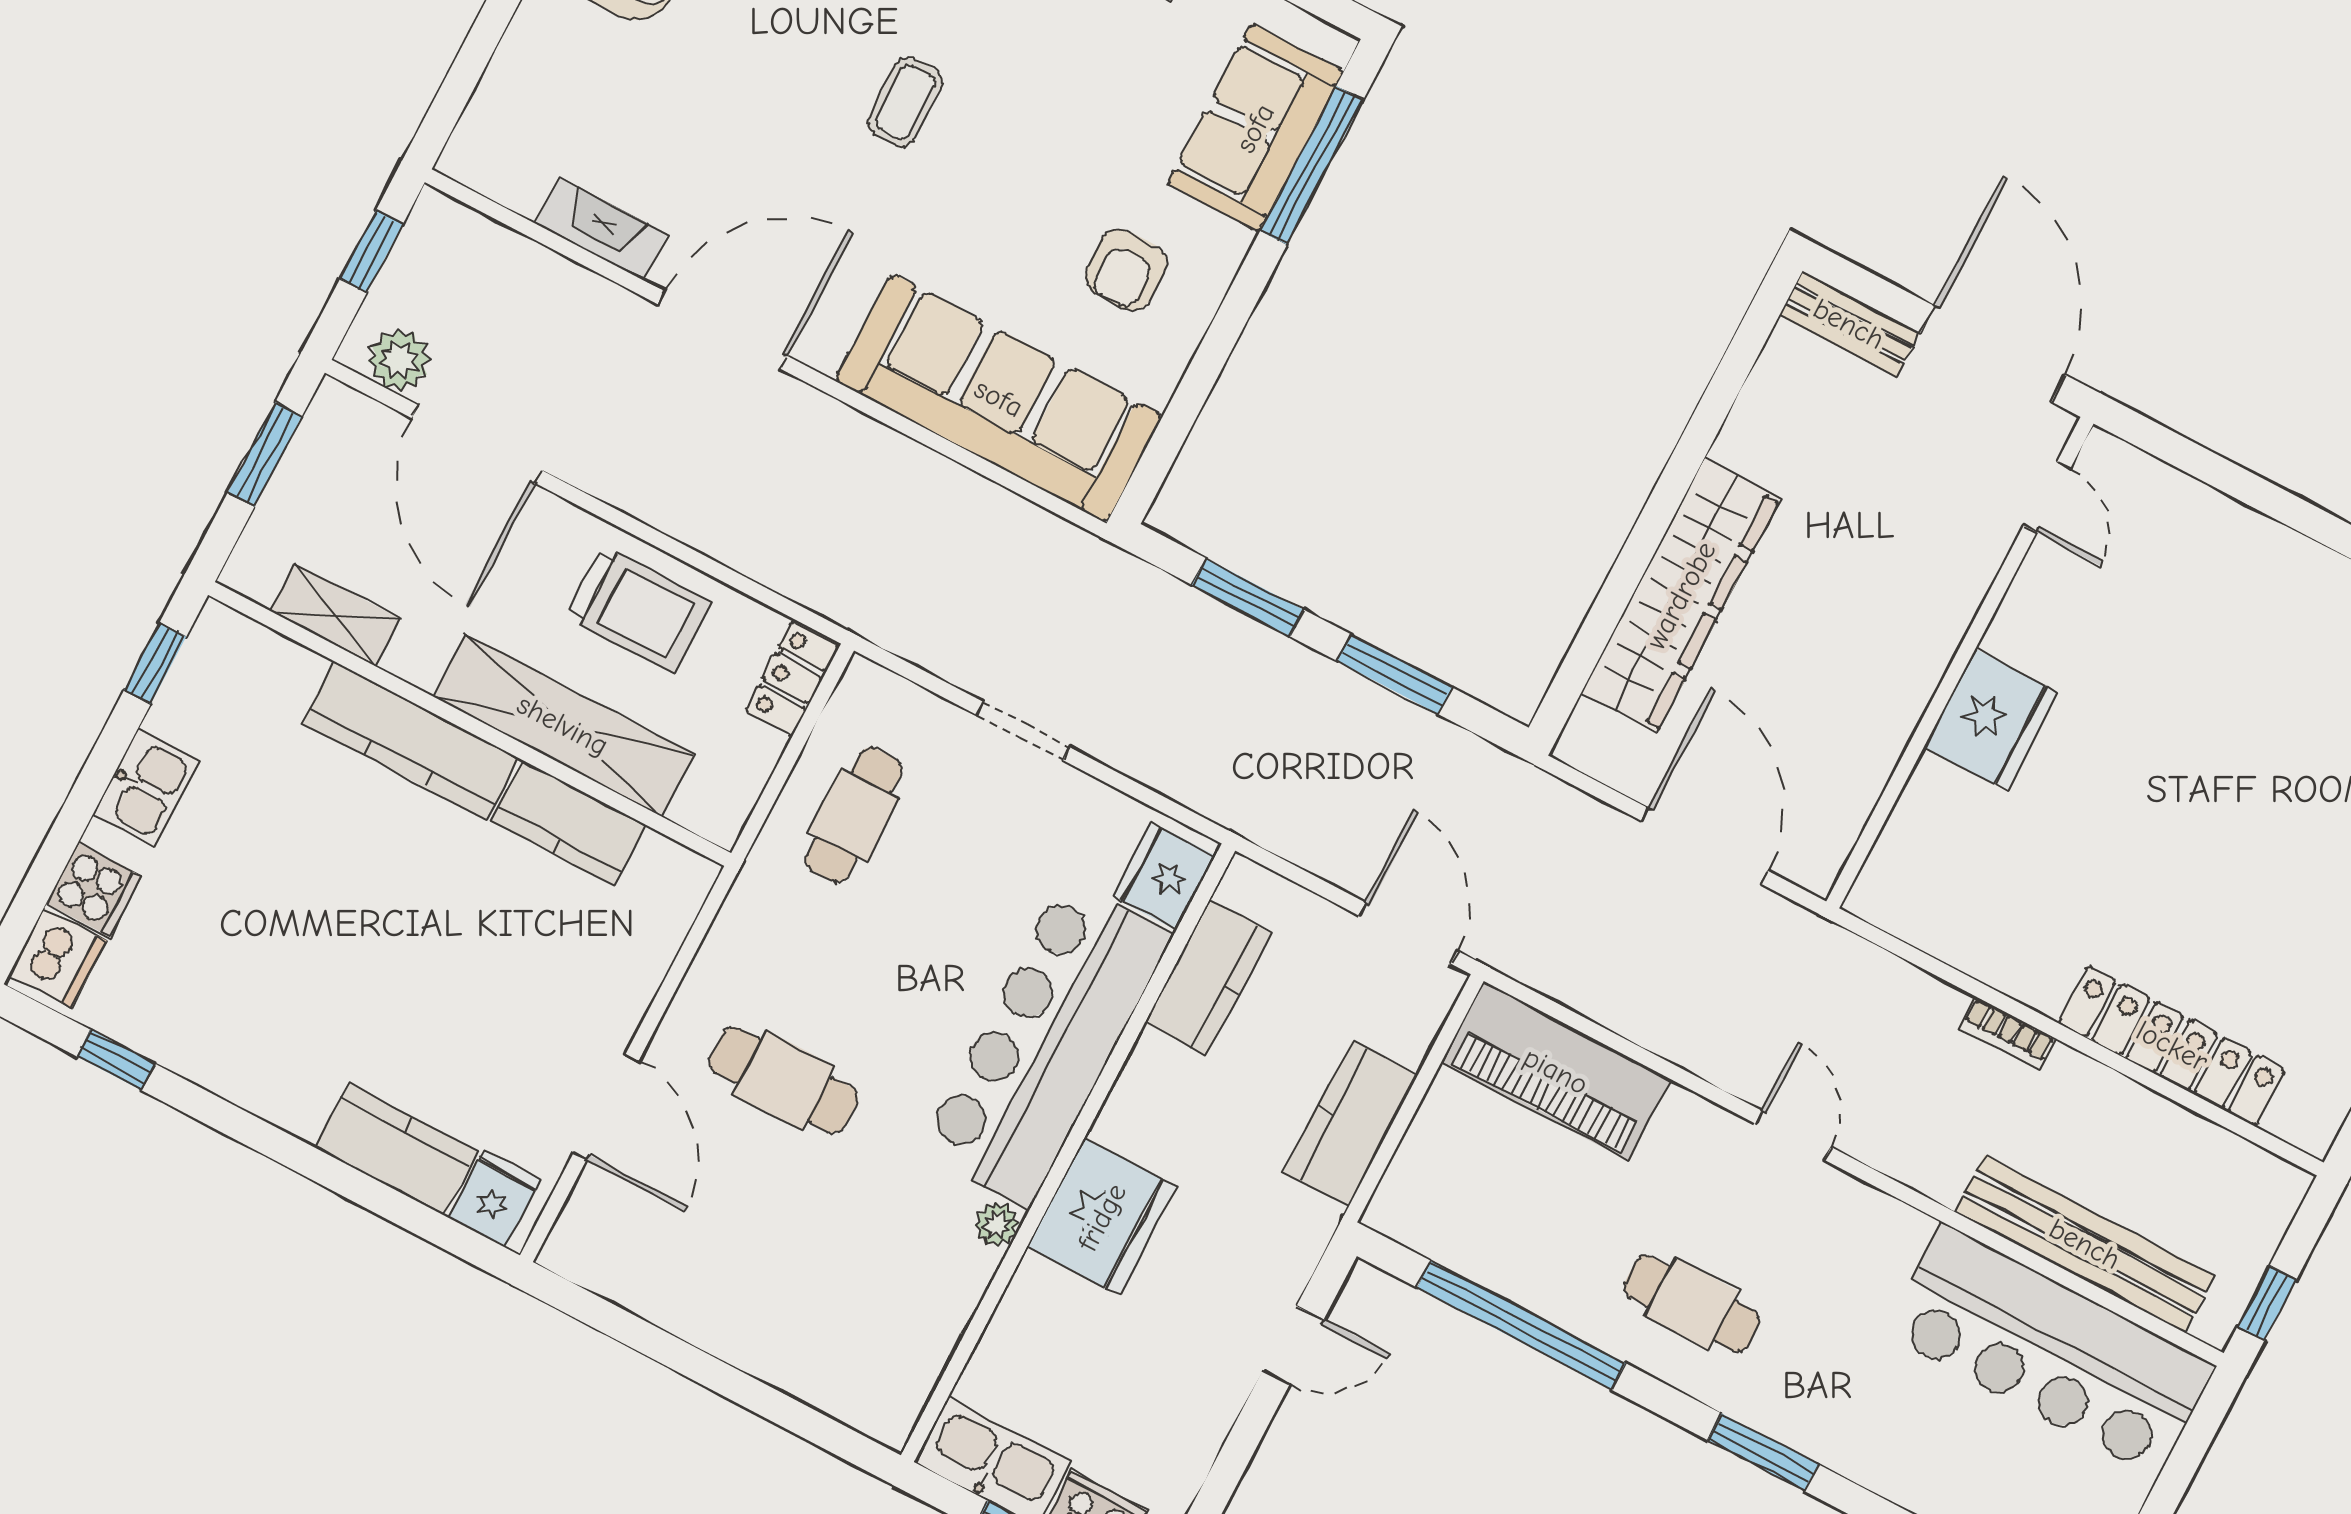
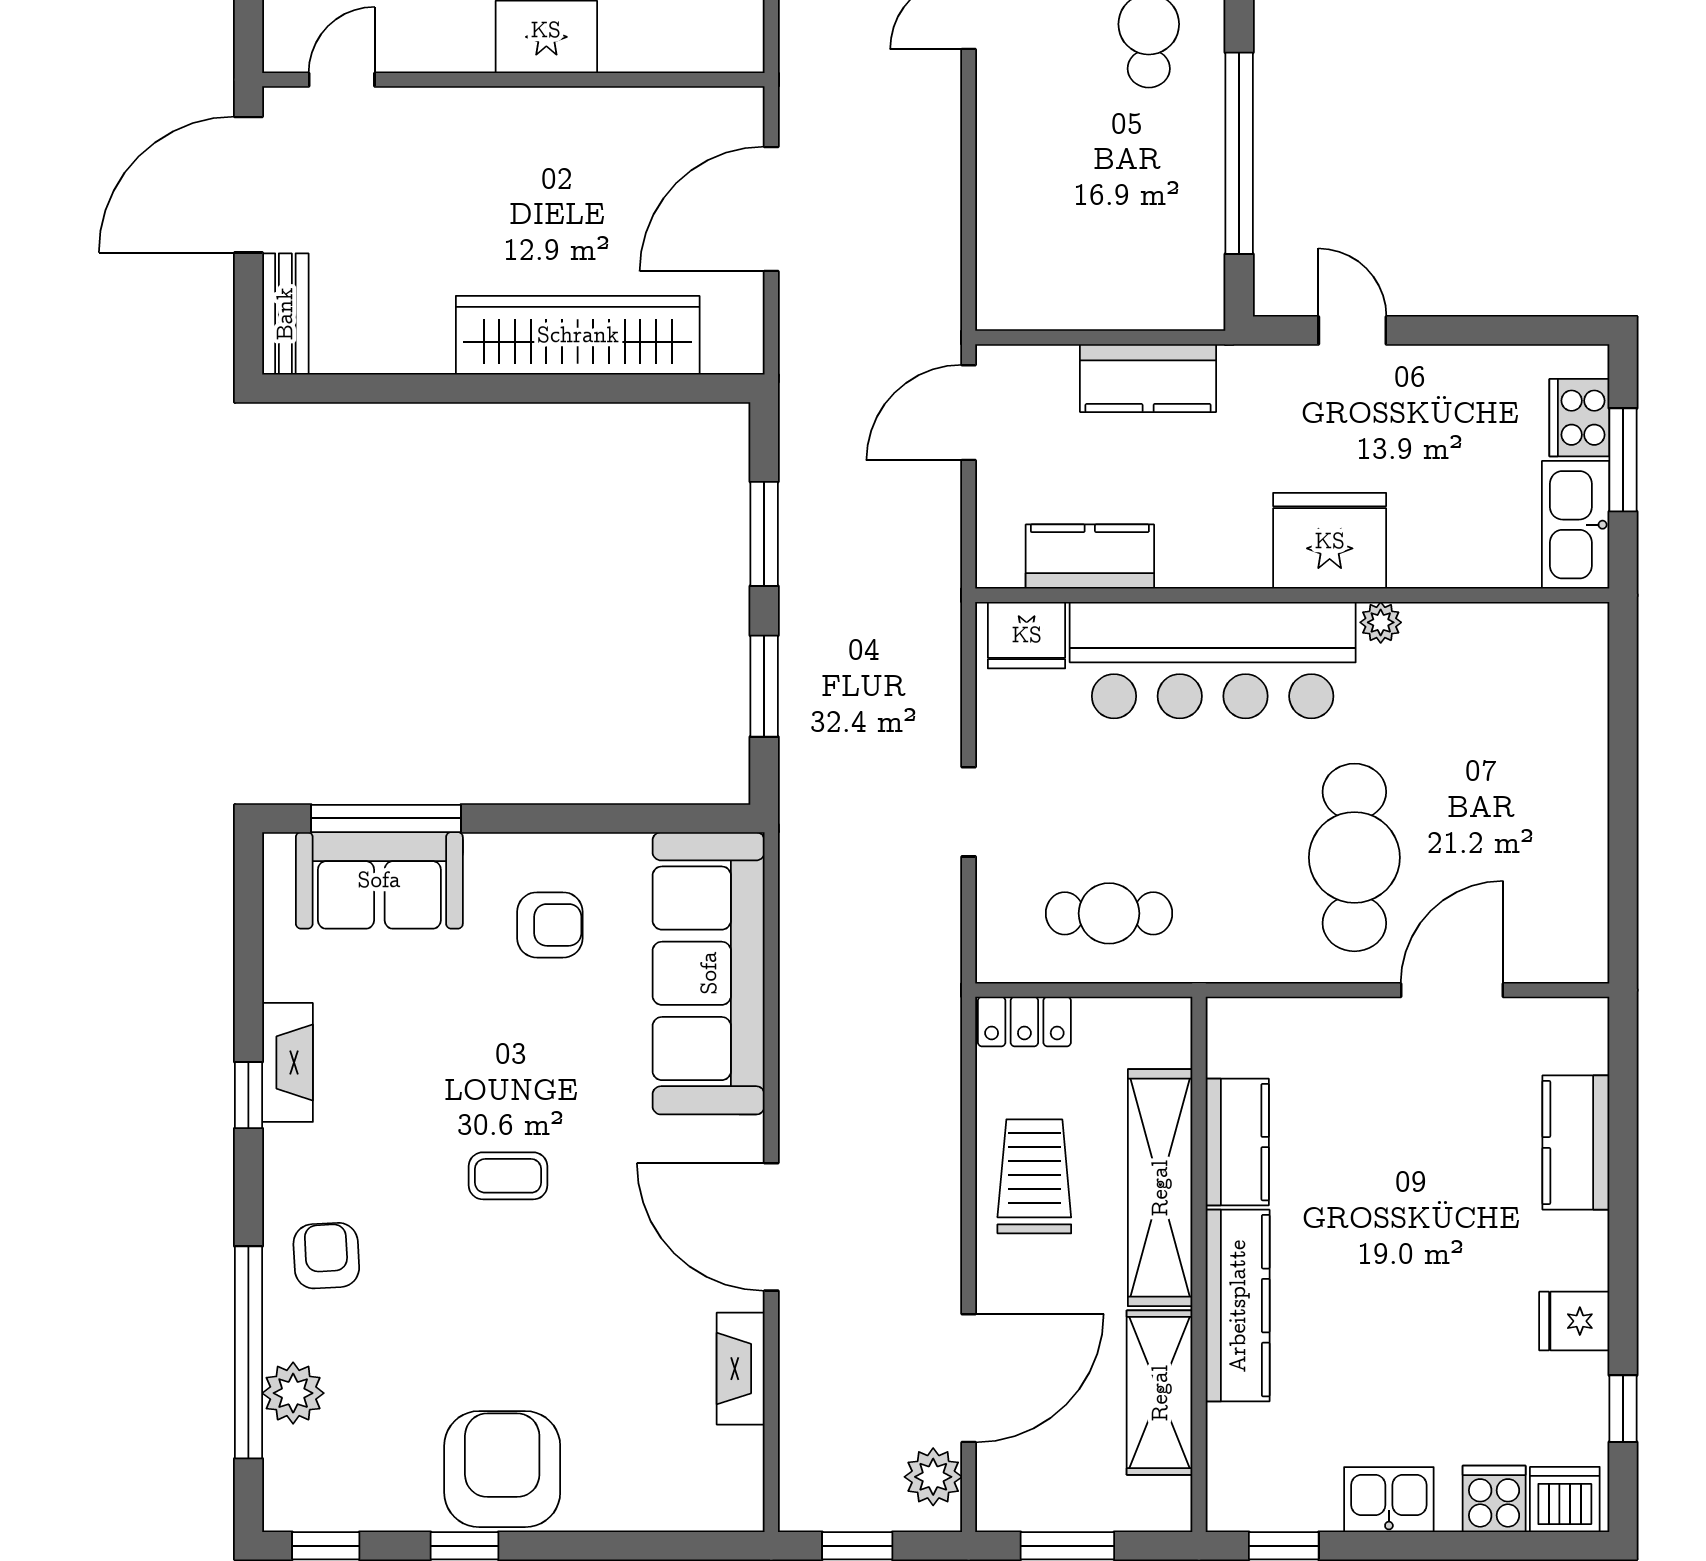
shelving: (335, 615) -> (1160, 1393), width x1.50, depth x1.33
piano: (1556, 1071) -> (1017, 234), removed
cafe table: (784, 1080) -> (1354, 857), width x1.37, depth x1.35
fridge: (494, 1199) -> (1574, 1321), moved

